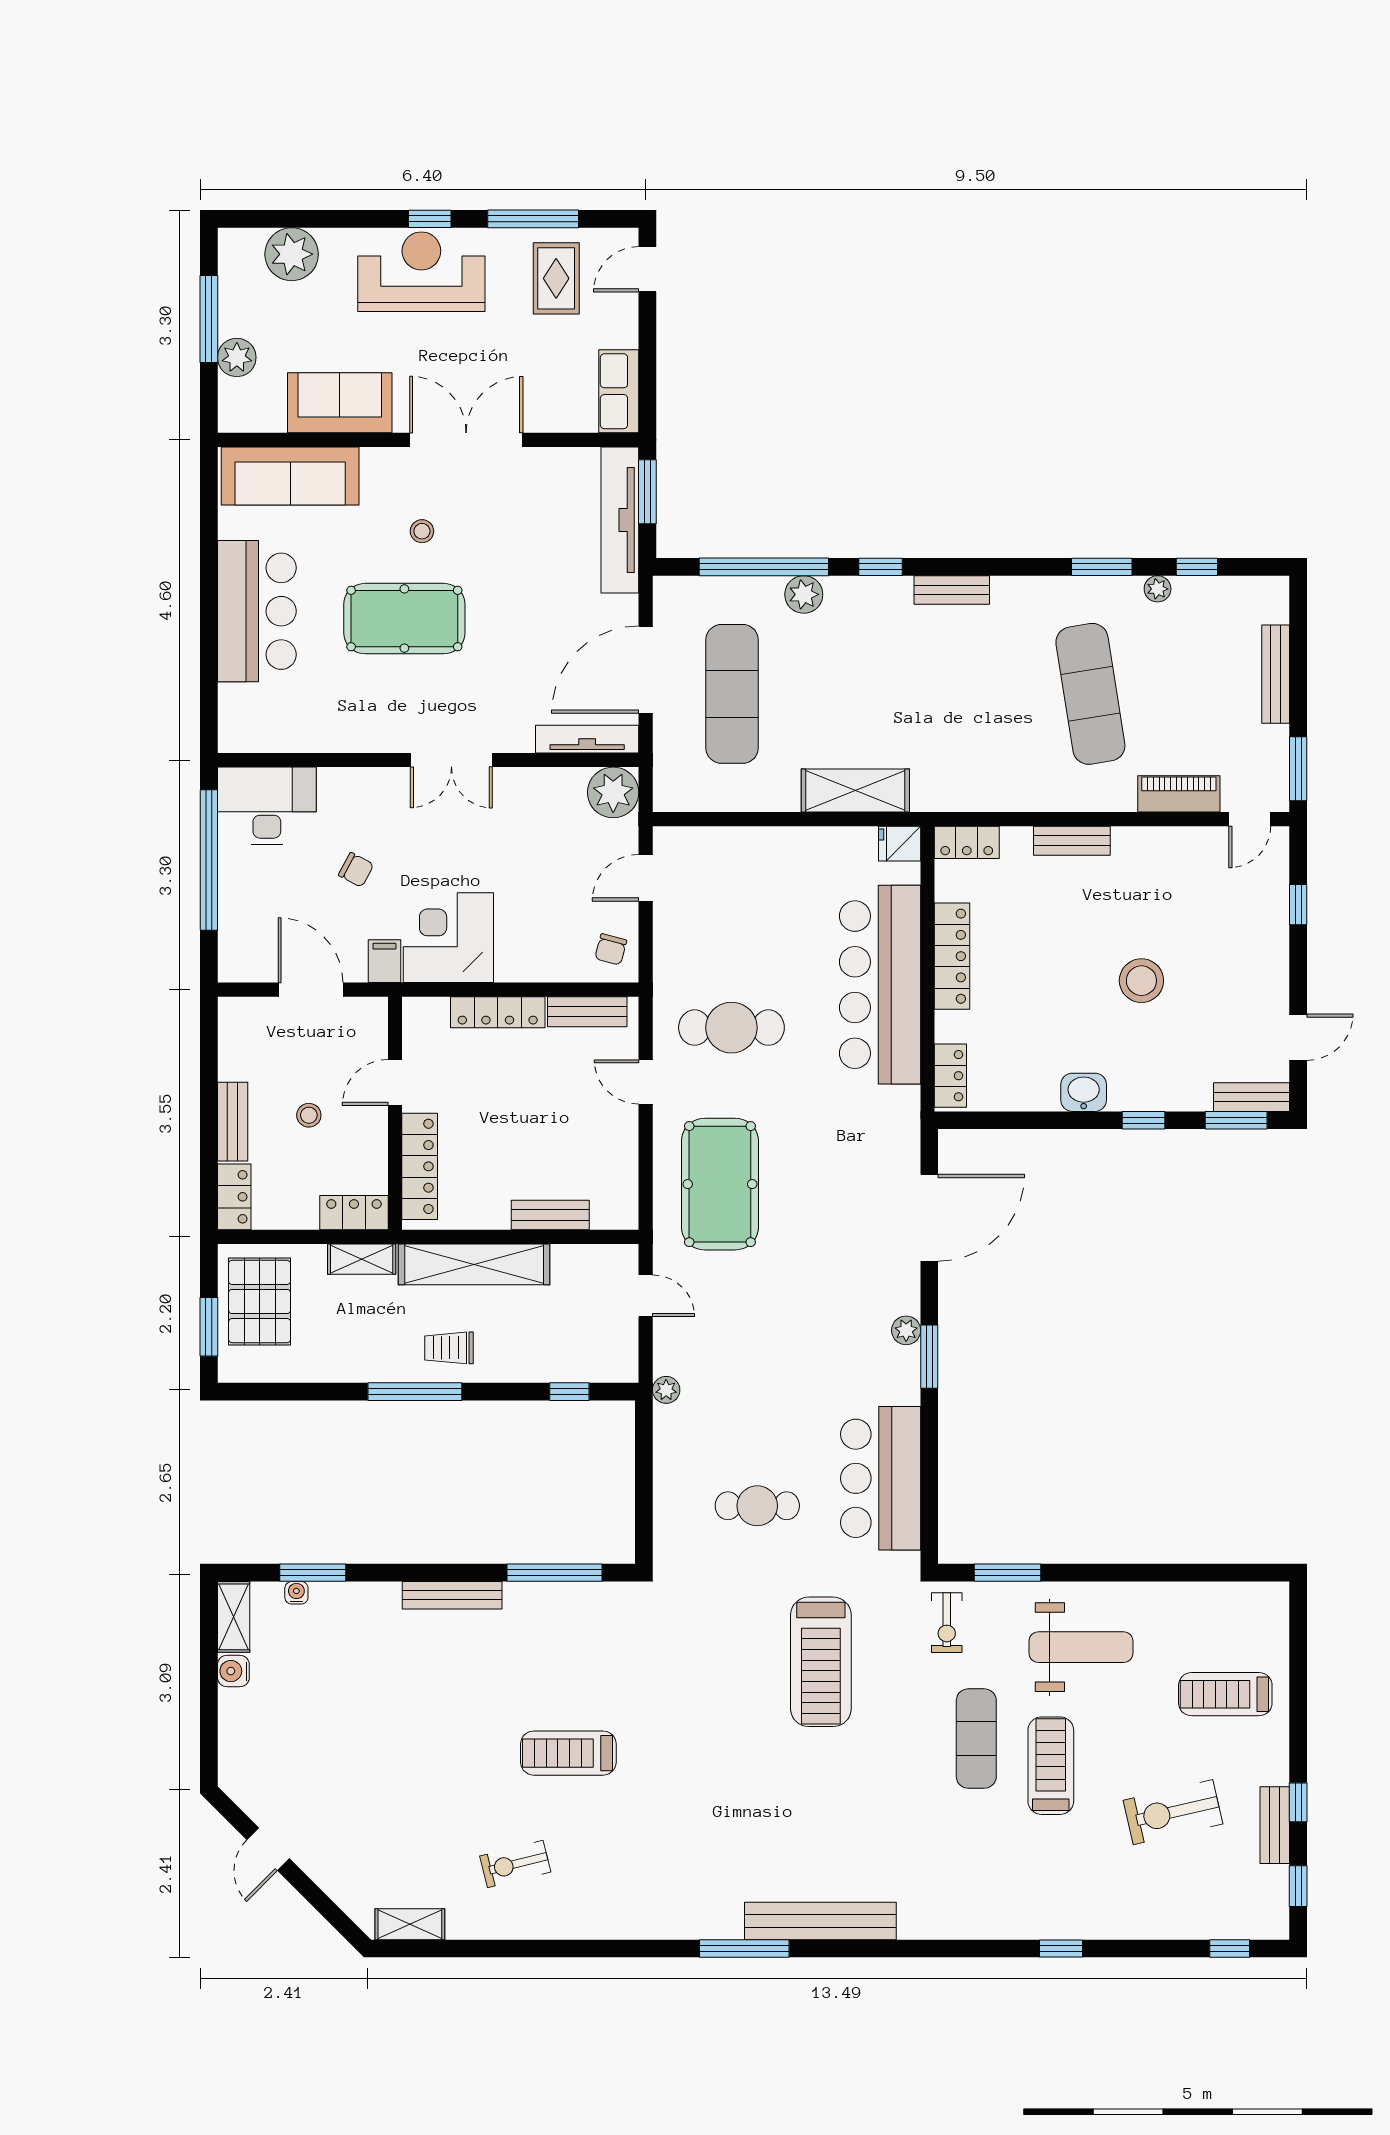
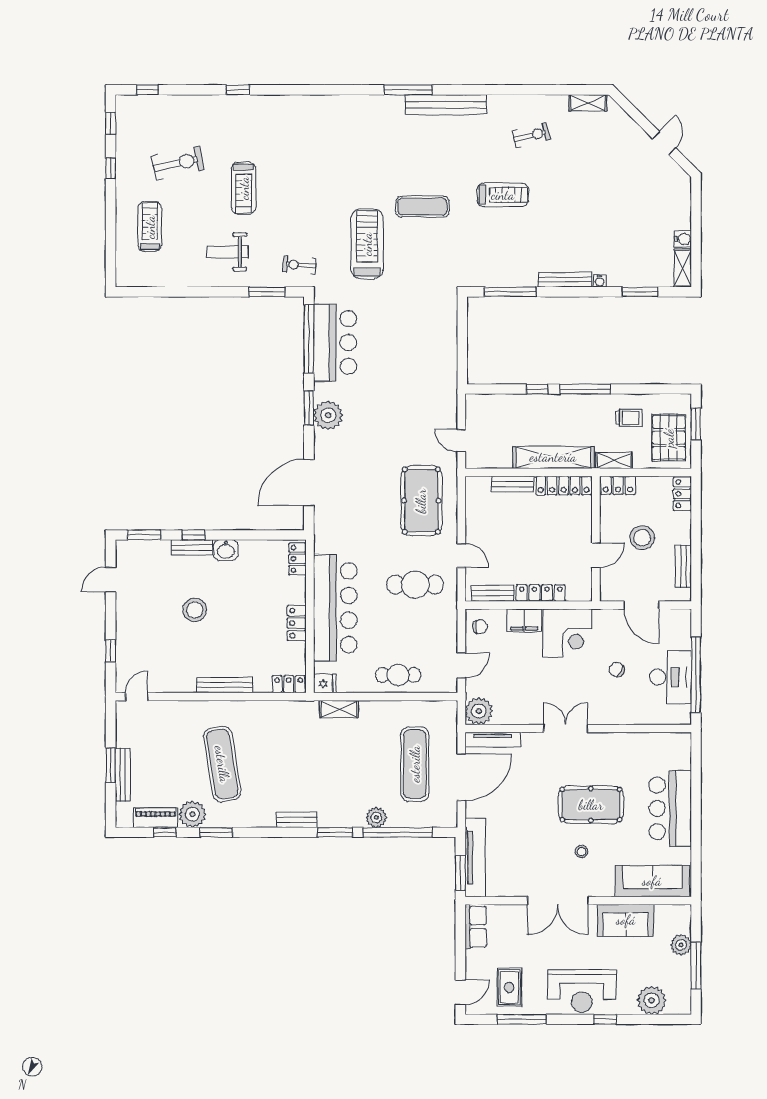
window: (430, 219) -> (605, 1019), moved
window: (880, 567) -> (335, 832), width x1.50
plant: (1158, 589) -> (192, 814), width x1.88, depth x1.88
window: (1298, 769) -> (111, 765), moved
shelving: (855, 791) -> (339, 709), width x0.67, depth x0.75
piano: (1179, 794) -> (155, 818), moved, turned 180
desk: (267, 806) -> (670, 677), moved, turned -90
bench: (1072, 841) -> (225, 685), width x1.36
chair: (611, 949) -> (480, 627), turned 75
locker: (952, 956) -> (297, 623), width x0.66
filing cabinet: (384, 961) -> (524, 620), moved, width x2.00
bench: (1252, 1097) -> (192, 547), moved
stool: (309, 1115) -> (642, 538), width x1.89, depth x1.89
bench: (233, 1122) -> (683, 566), moved
locker: (420, 1166) -> (564, 486), moved, turned -90
plant: (906, 1330) -> (328, 415), width x1.88, depth x1.88
trolley: (449, 1348) -> (629, 418), moved
plant: (666, 1390) -> (450, 390), removed
window: (569, 1392) -> (537, 389), moved
window: (929, 1485) -> (309, 339), added
cafe table: (757, 1506) -> (398, 675), moved
water cooler: (296, 1593) -> (600, 281), moved
exercise bike: (947, 1623) -> (299, 265), turned -86
weight bench: (1081, 1647) -> (227, 252), width x0.73, depth x0.75
treadmill: (1225, 1694) -> (150, 227), turned -90
exercise mat: (976, 1739) -> (422, 207), moved, turned 90
bench: (1275, 1825) -> (123, 156), removed
bench: (820, 1921) -> (446, 105), moved

